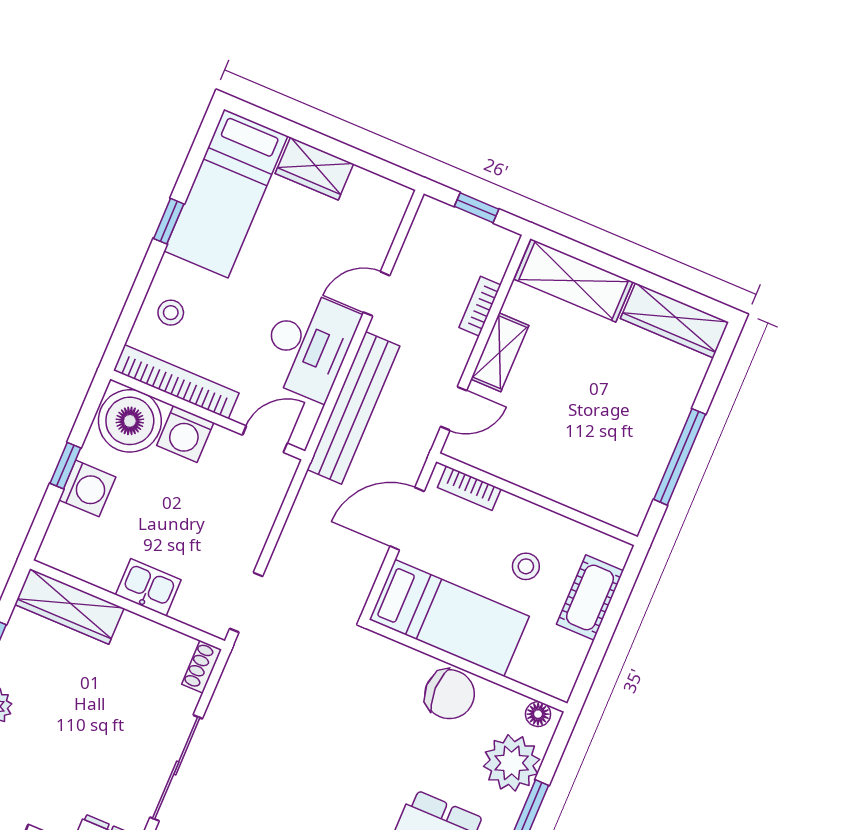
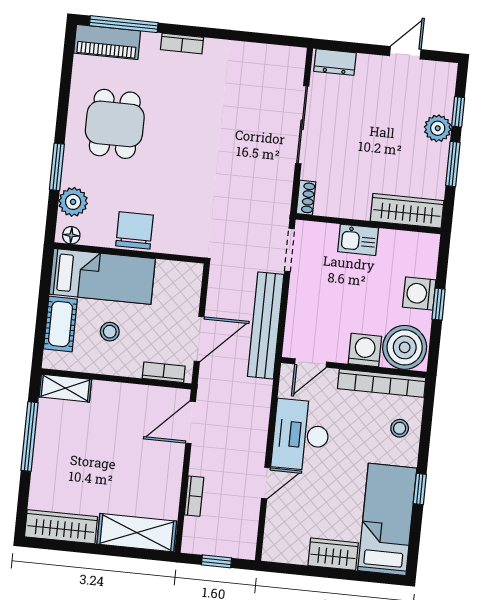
shelving: (500, 352) -> (65, 388), moved, turned 90
bench: (353, 408) -> (266, 325), moved
door: (454, 408) -> (191, 422), width x1.38
bed: (449, 618) -> (102, 276), moved, turned 180
chair: (450, 694) -> (135, 230), turned 90
plant: (512, 763) -> (73, 202), width x0.73, depth x0.73

